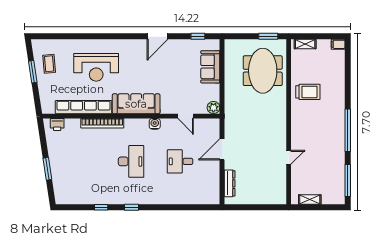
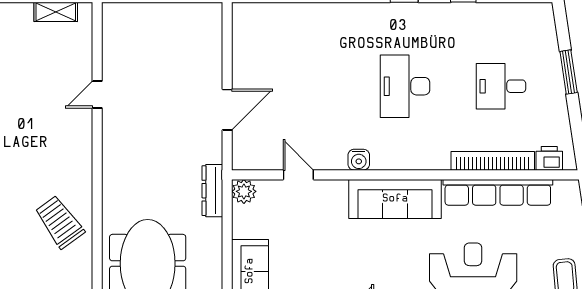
trolley: (308, 92) -> (60, 222), turned 54
bookcase: (102, 123) -> (493, 161), moved
desk: (180, 161) -> (501, 86), moved, turned 180
dresser: (230, 183) -> (212, 191), moved

